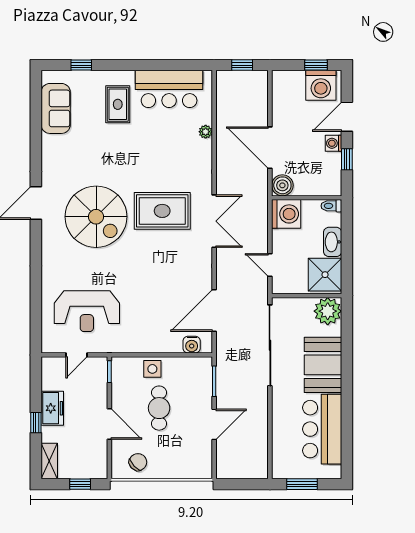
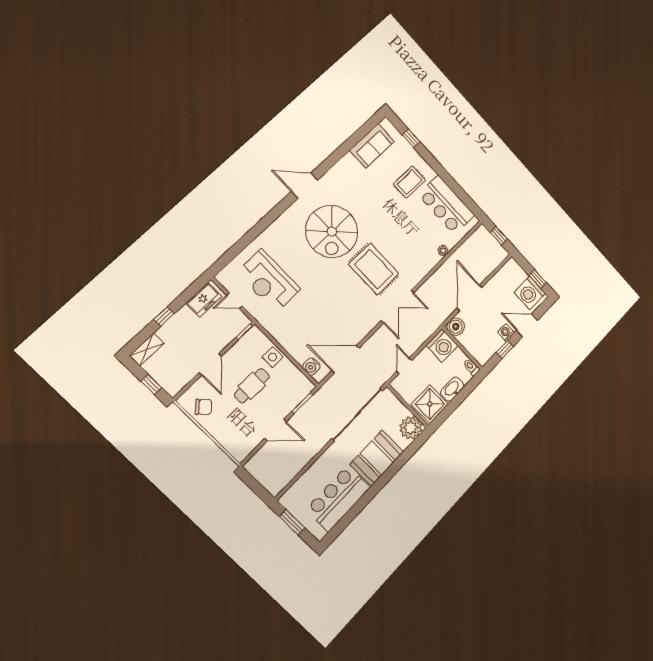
freezer: (52, 408) -> (204, 300), moved

